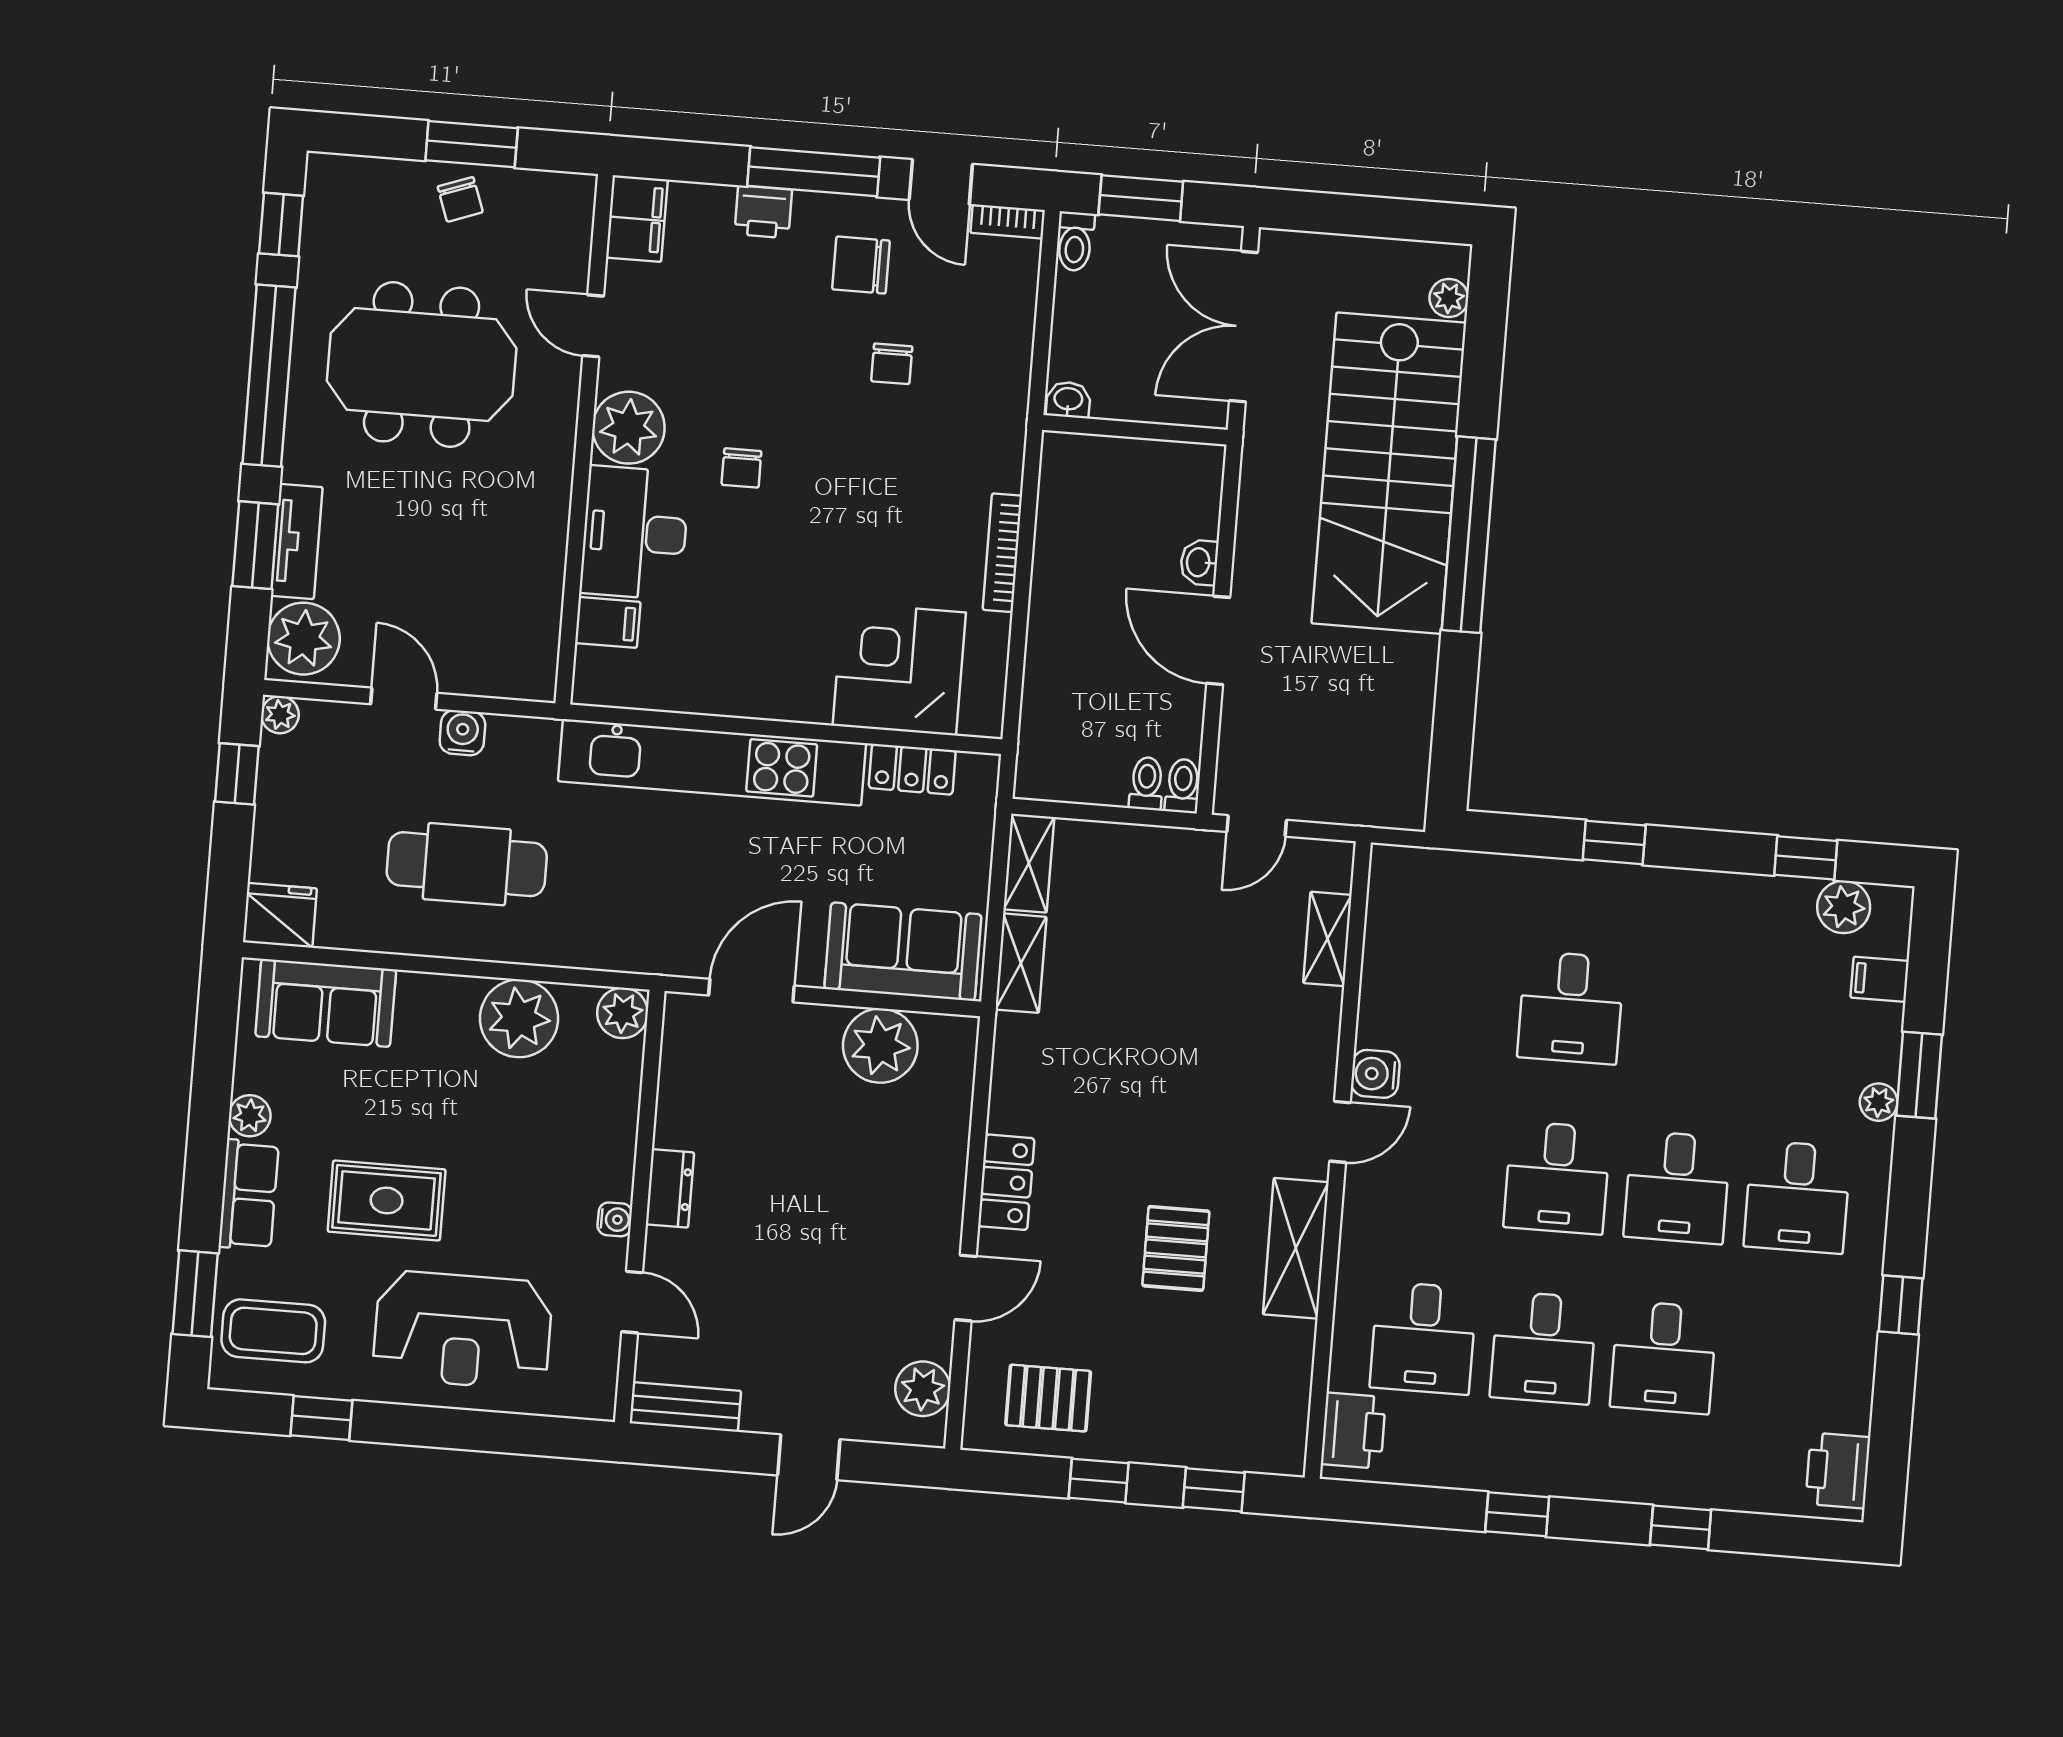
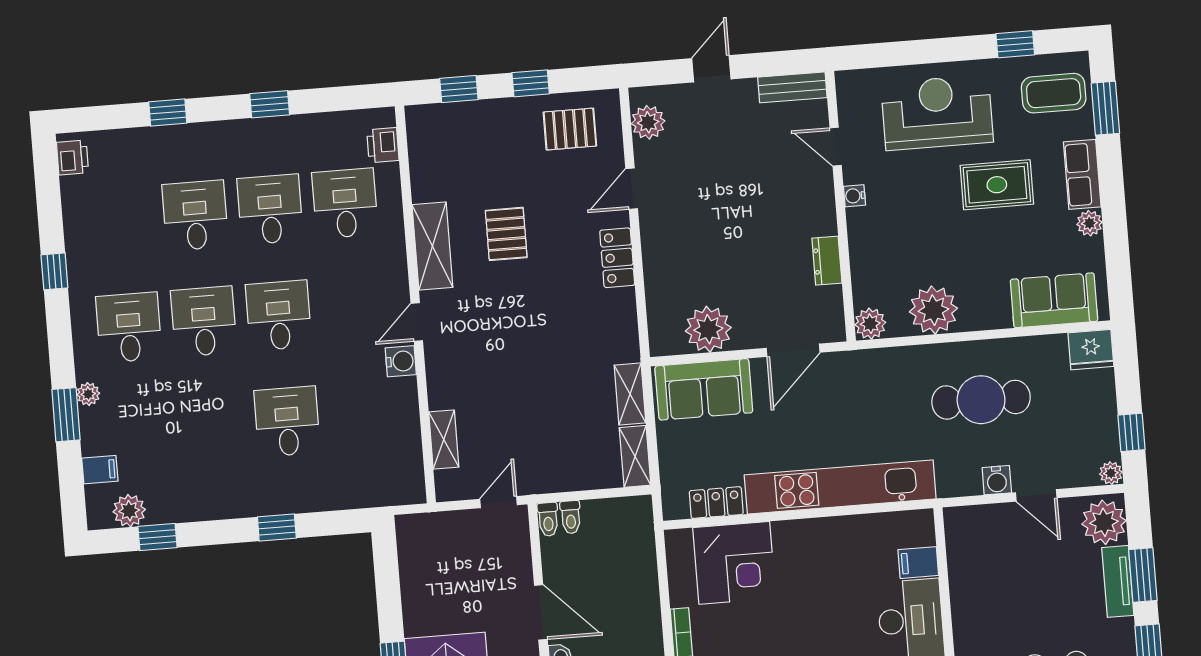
dresser: (670, 1188) -> (827, 261), moved
printer: (1353, 1431) -> (383, 145), width x0.73, depth x0.81
printer: (1838, 1471) -> (73, 157), width x0.73, depth x0.81

